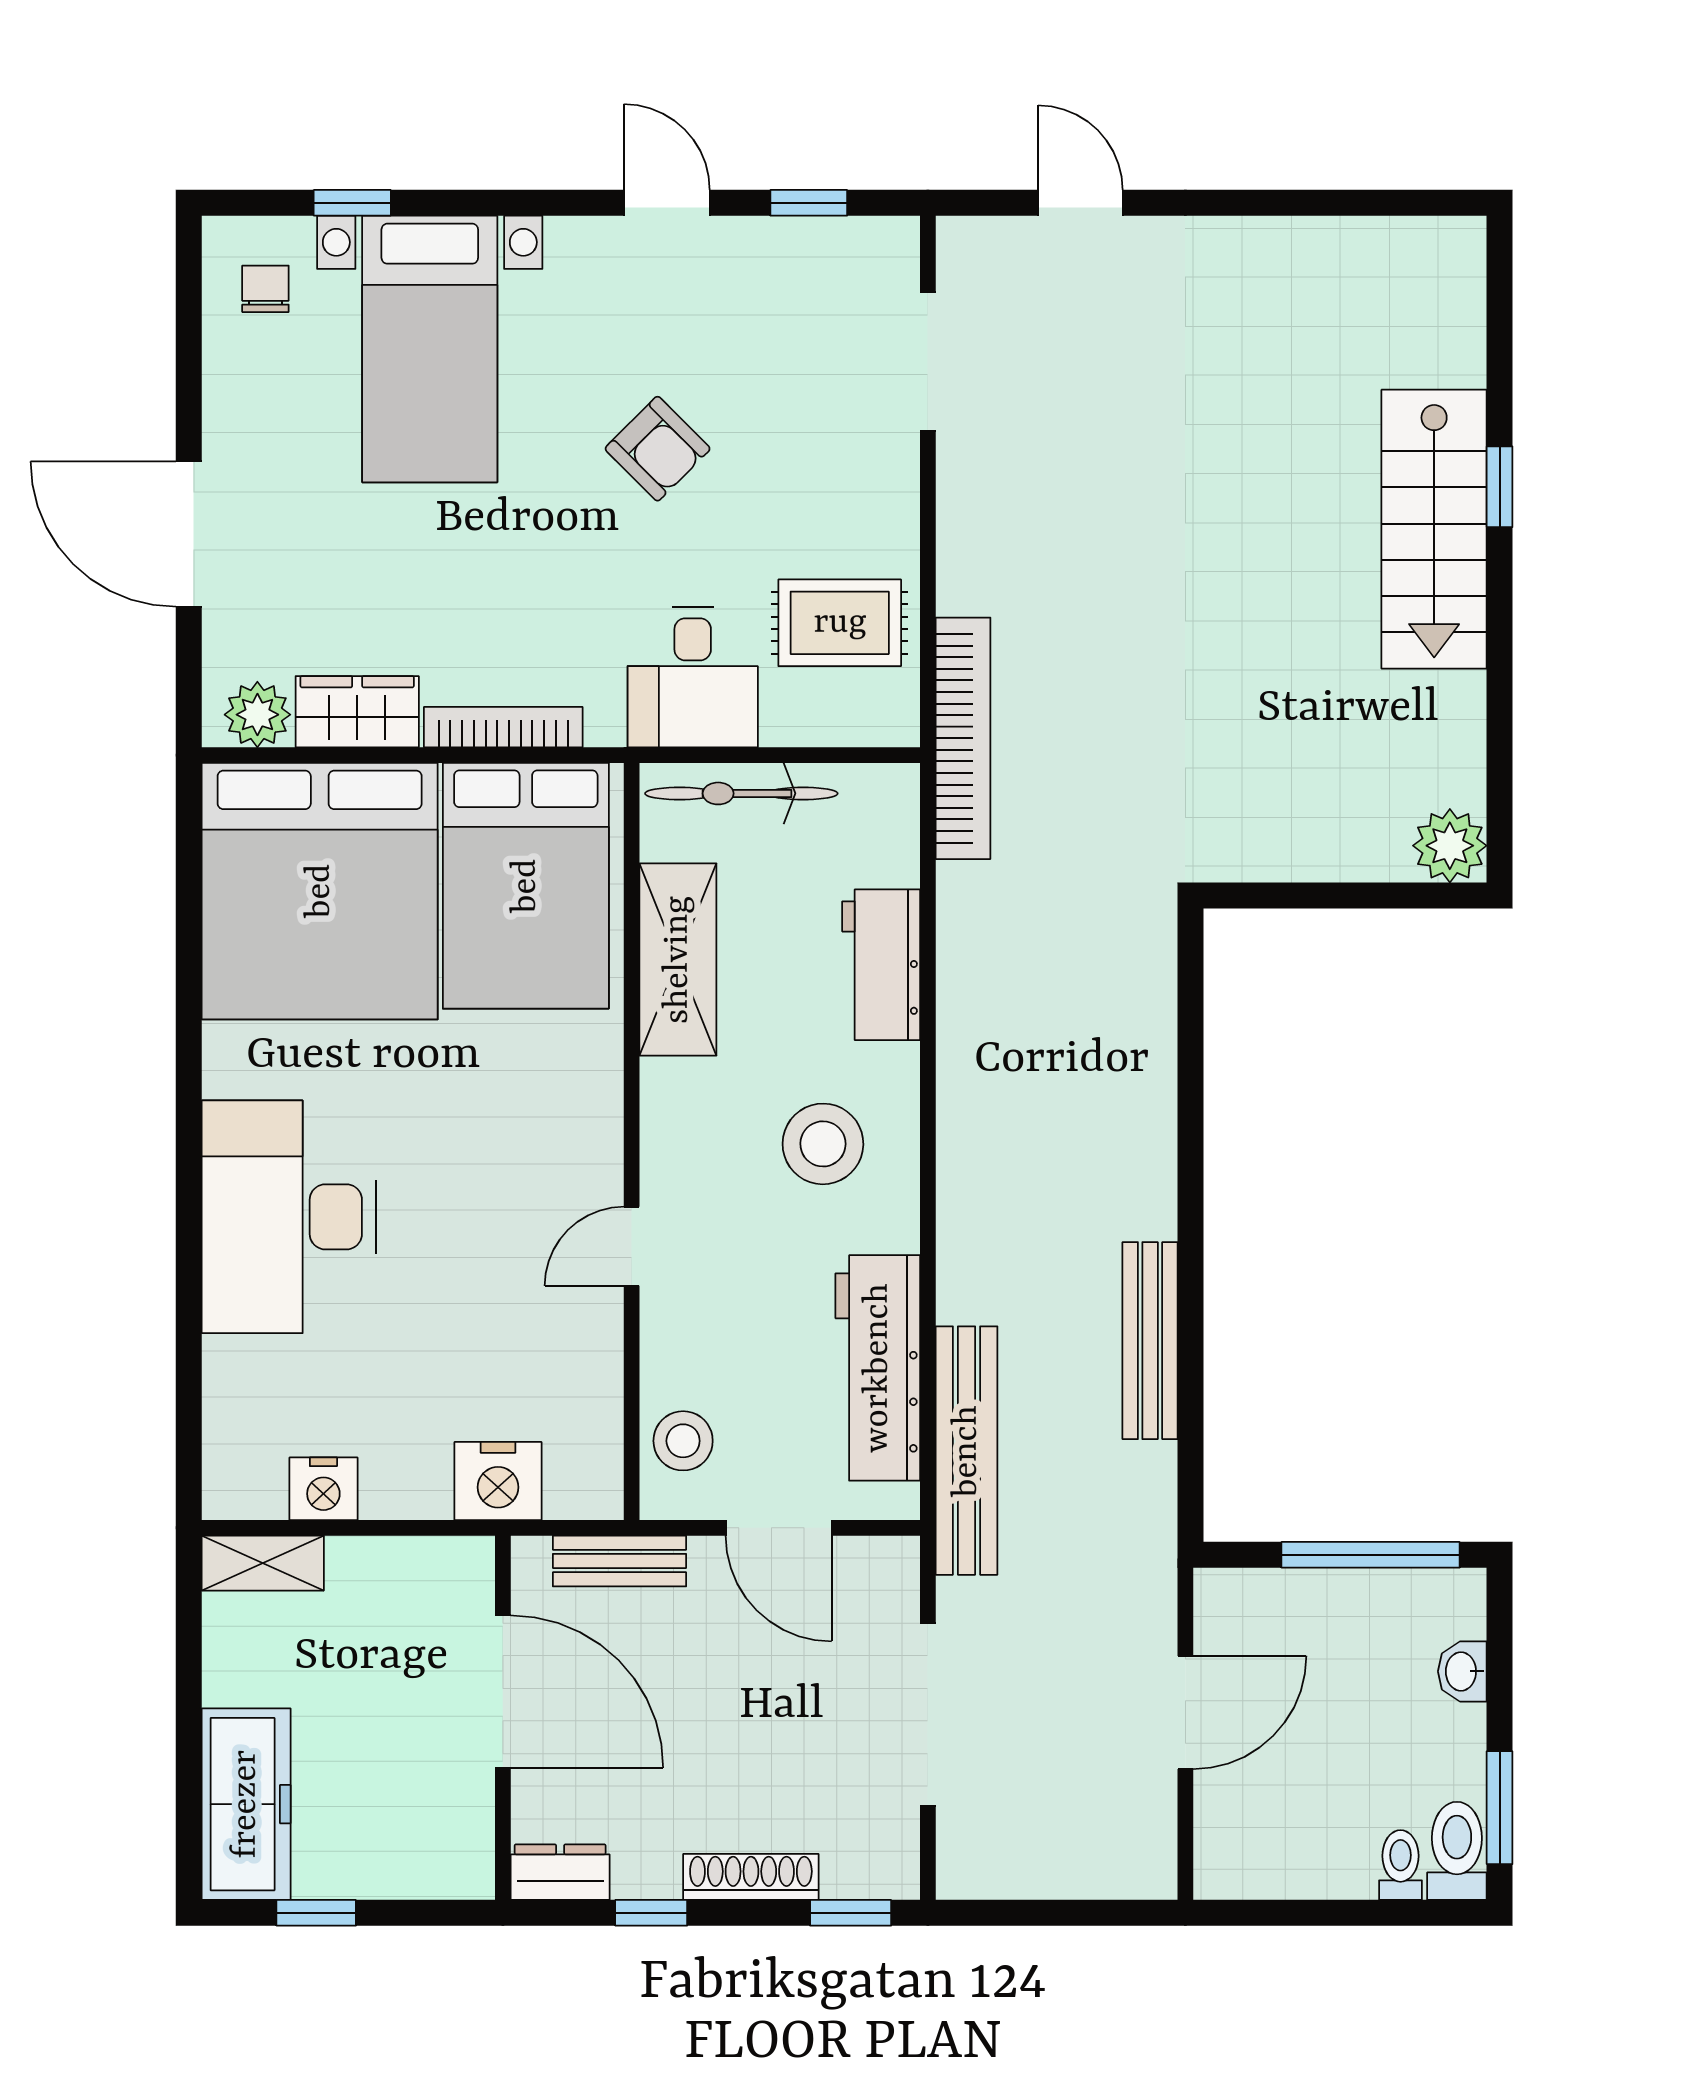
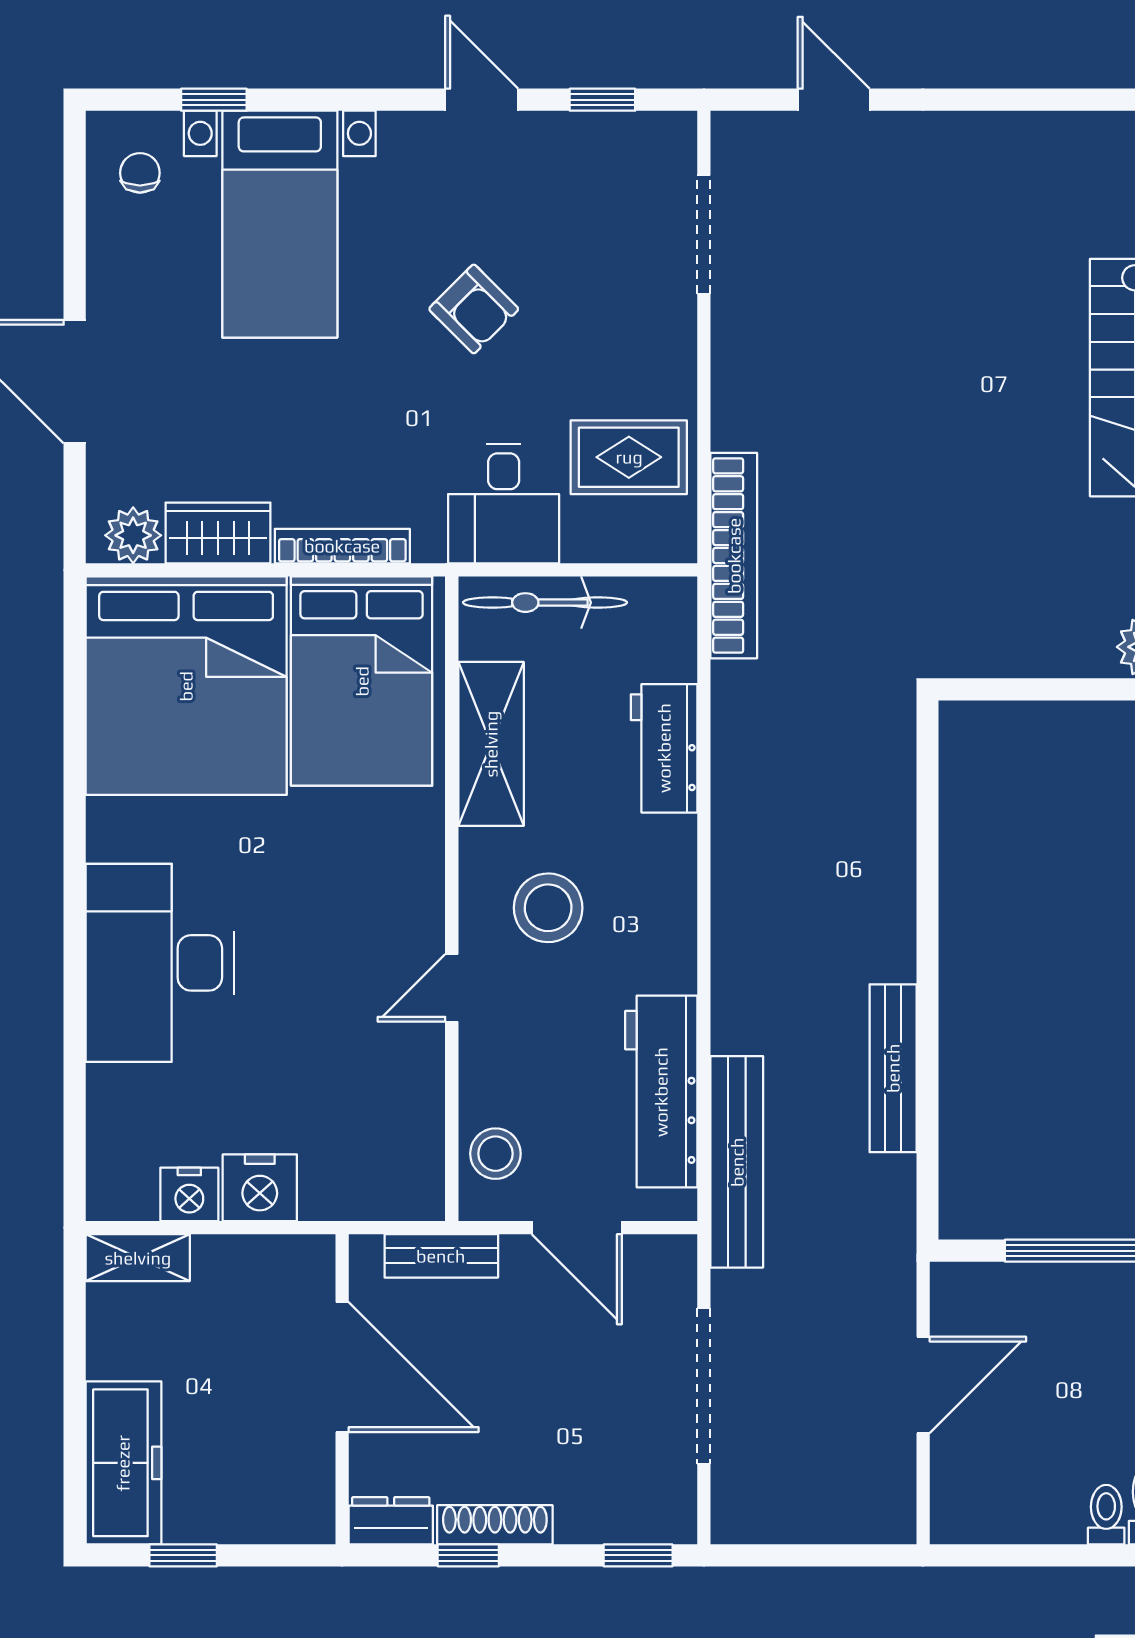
stool: (823, 1144) -> (548, 908), moved
nightstand: (498, 1481) -> (260, 1188), moved
shoe rack: (751, 1877) -> (495, 1525), moved

